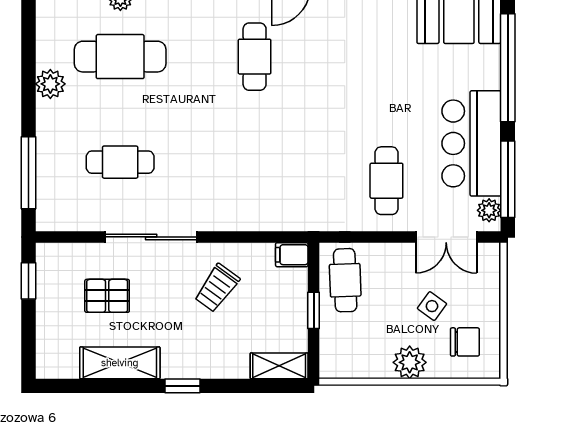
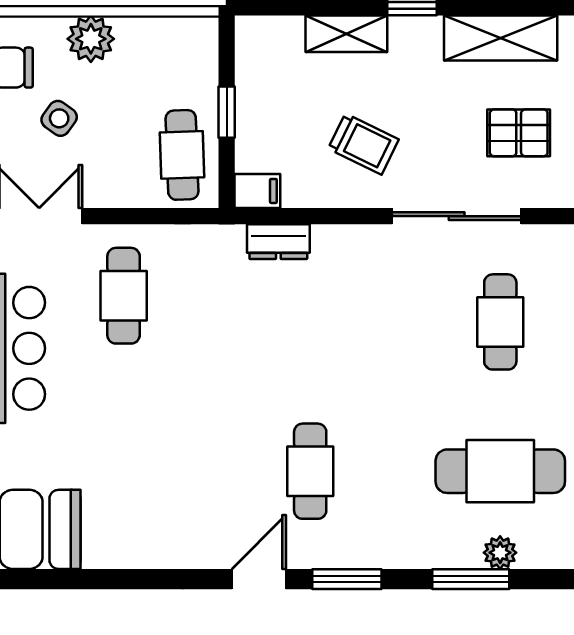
cafe table: (120, 162) -> (500, 322), turned 90
dresser: (277, 219) -> (278, 242), added
trolley: (217, 288) -> (363, 144), turned 80
shelving: (279, 366) -> (346, 34), moved

